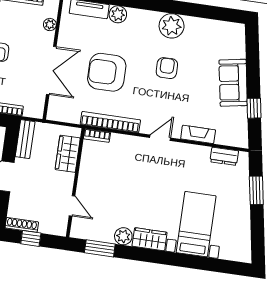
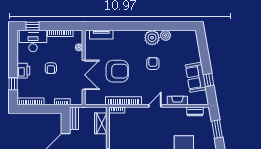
plant: (118, 14) -> (166, 35), moved
armchair: (107, 72) -> (117, 71), turned 180
sofa: (233, 83) -> (196, 77), moved

